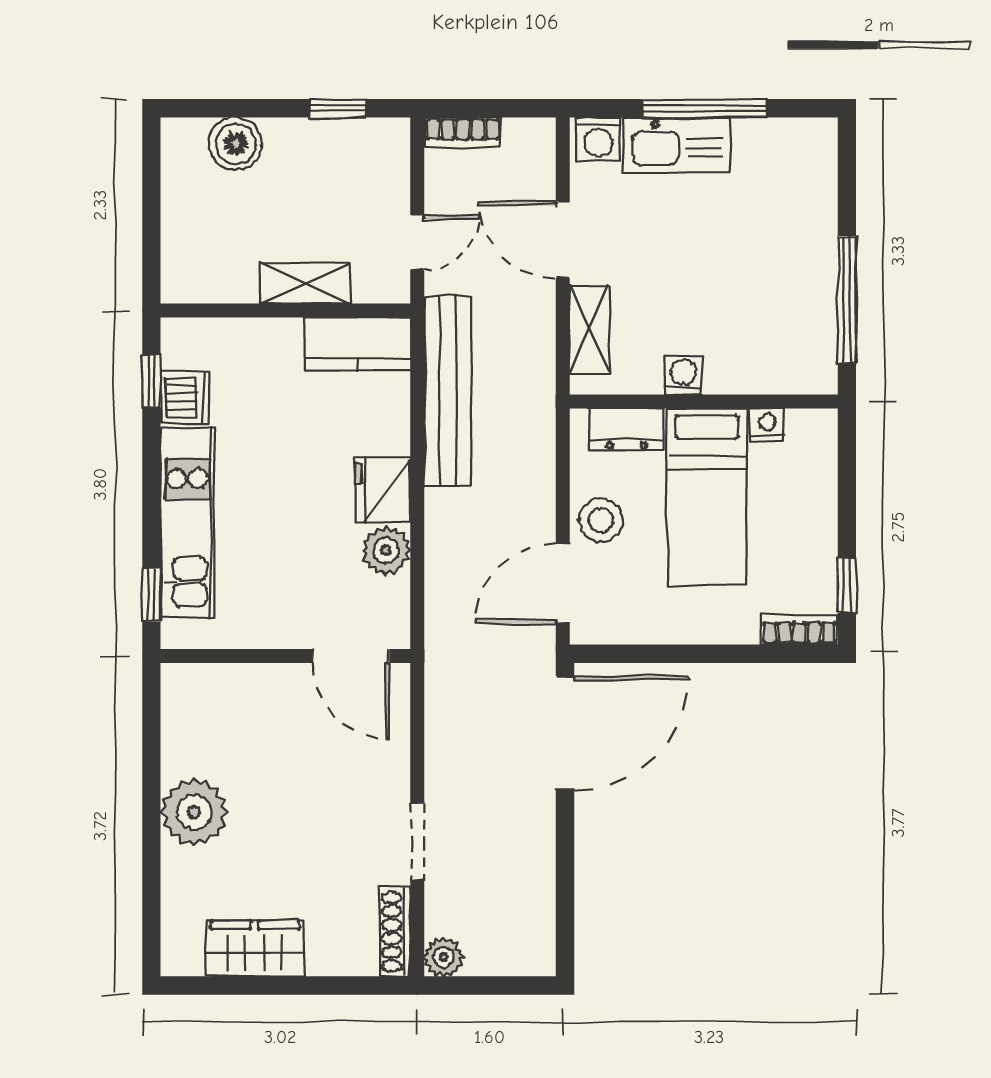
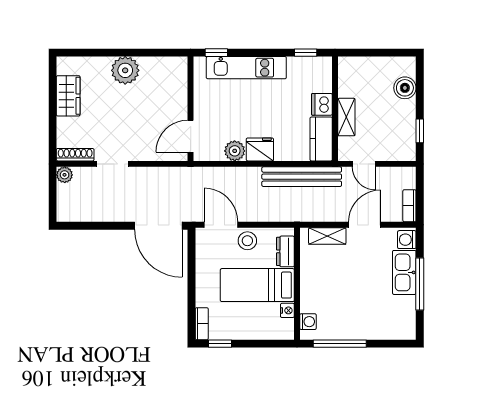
bookcase: (463, 133) -> (409, 206), moved
washing machine: (683, 375) -> (308, 322), moved
dishwasher: (185, 397) -> (322, 104), moved, turned 90

